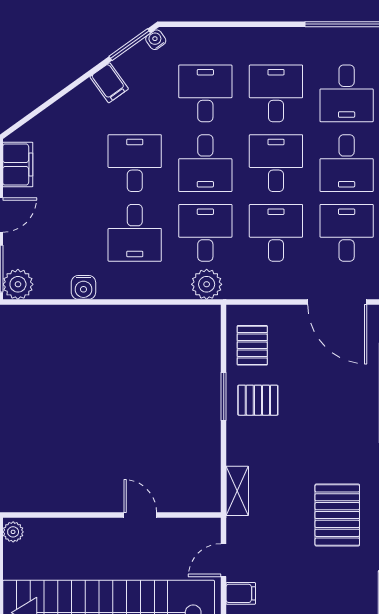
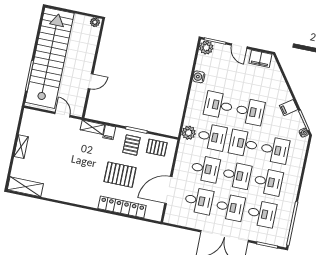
desk: (347, 93) -> (262, 214), turned 180
desk: (347, 163) -> (230, 207), turned 180
pallet: (337, 515) -> (120, 175), moved
filing cabinet: (241, 593) -> (109, 132), moved

